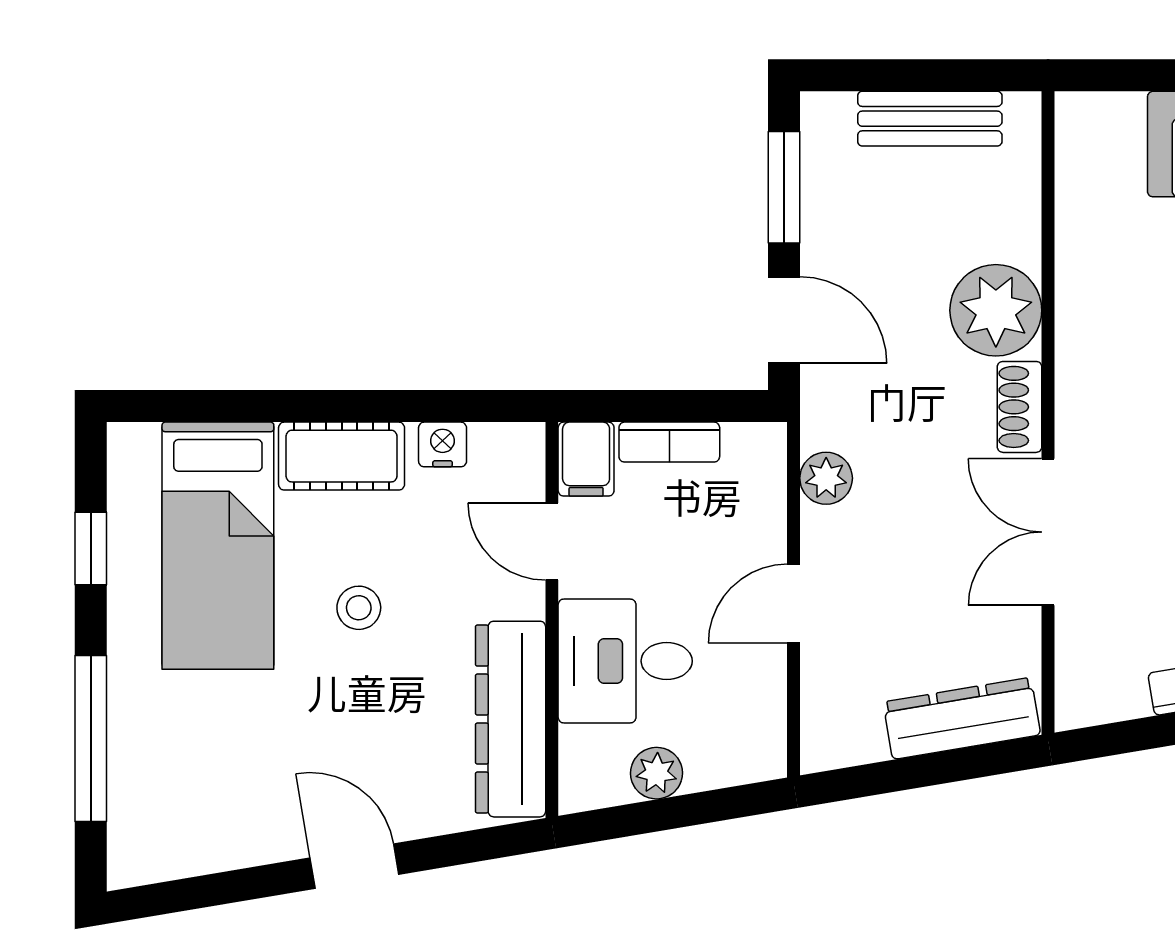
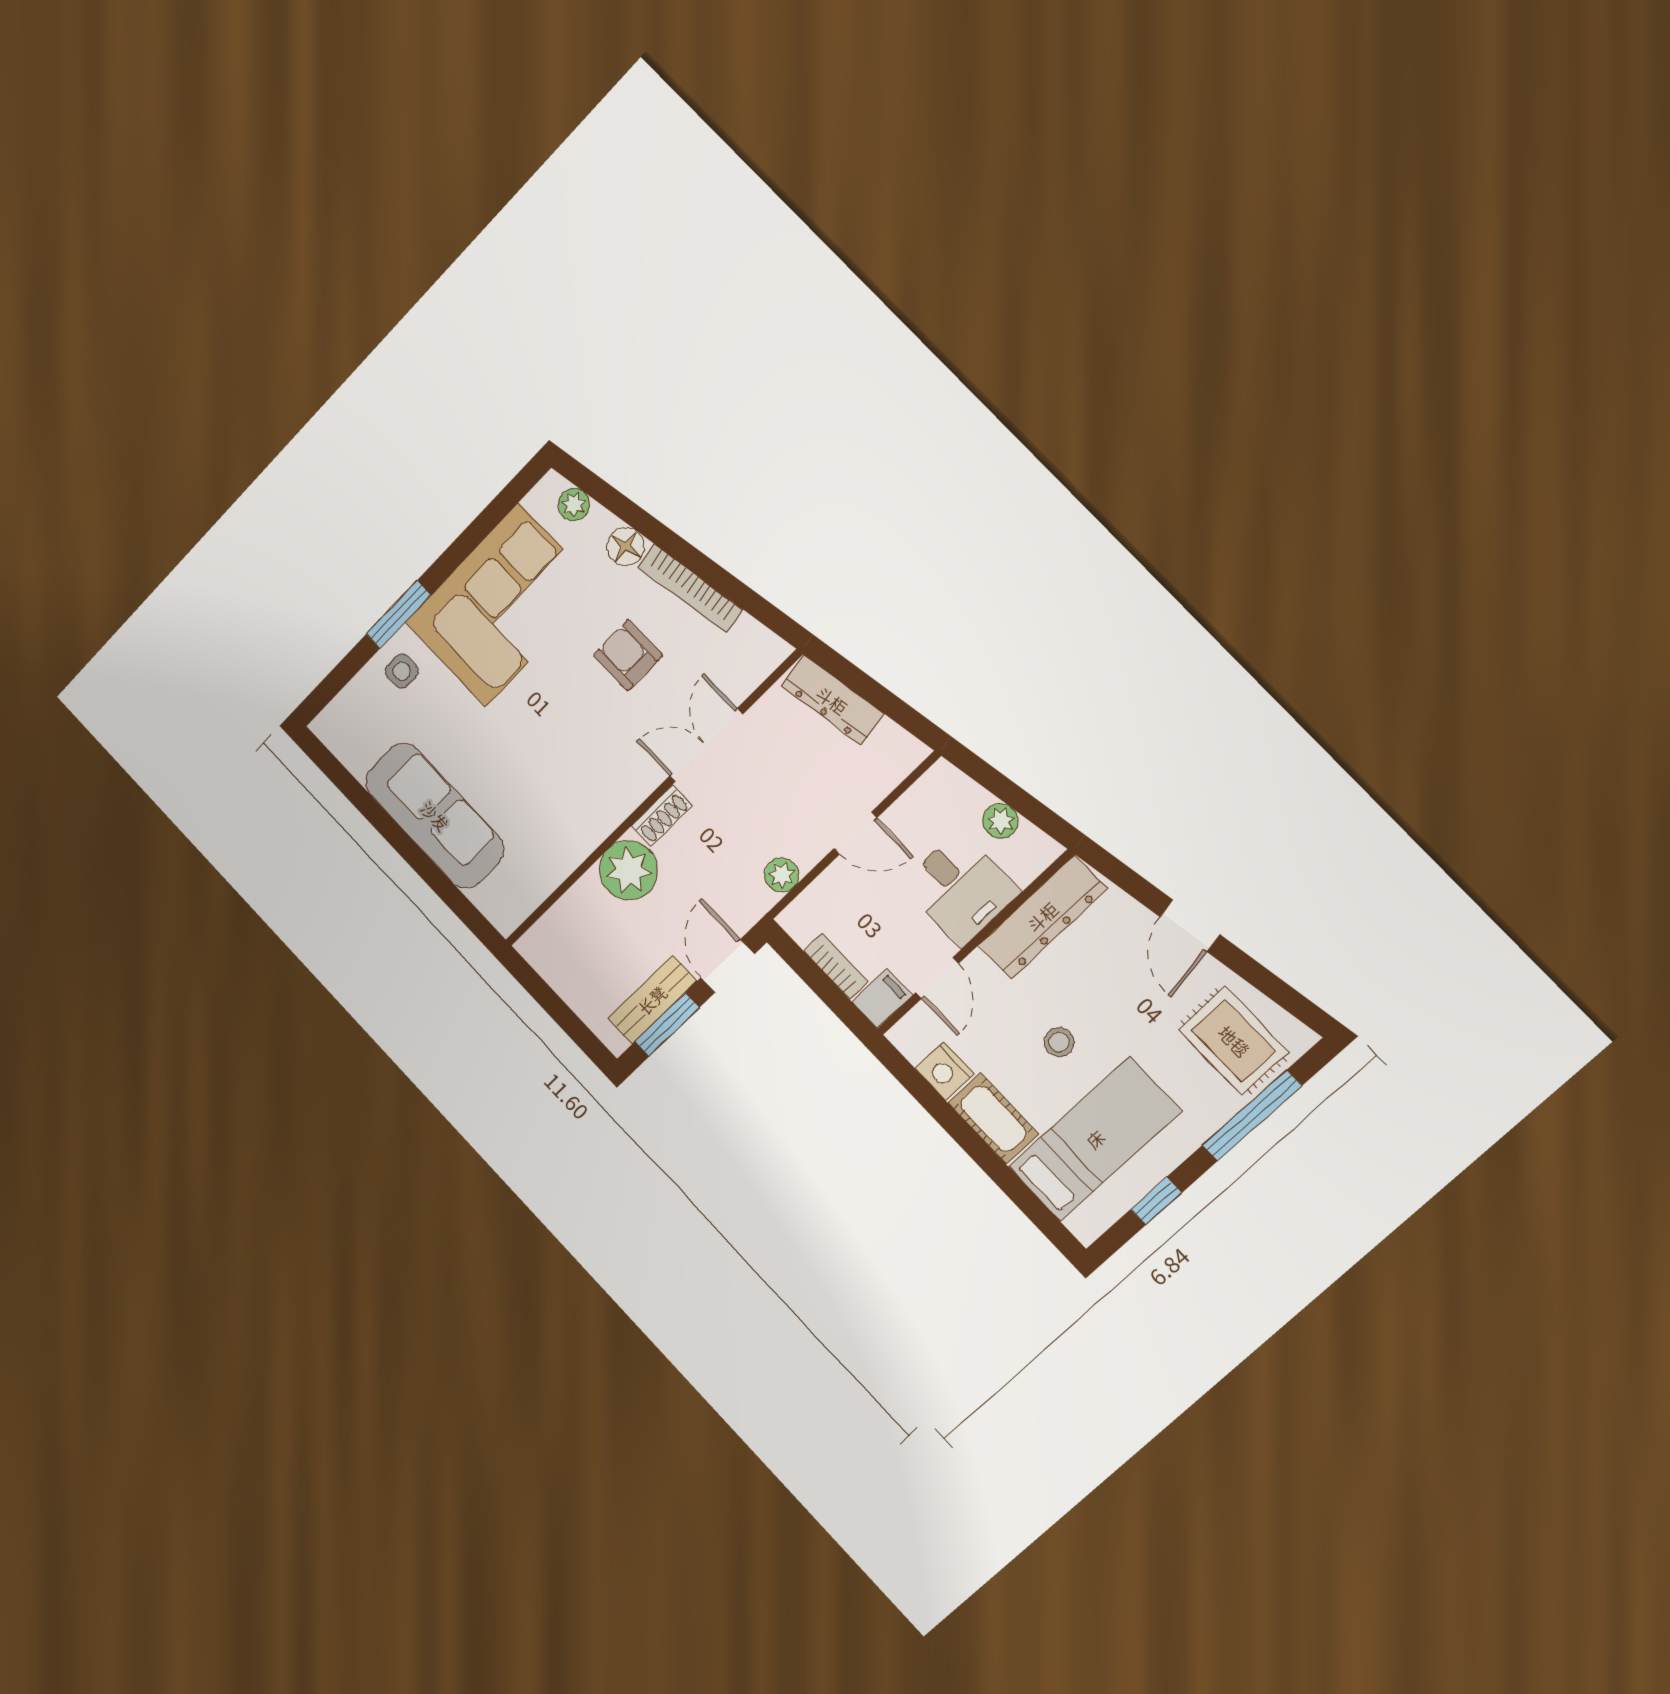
bench: (930, 119) -> (652, 1000), moved, turned 90
nightstand: (443, 444) -> (945, 1071), width x1.39, depth x1.35
double door: (1048, 532) -> (706, 745), swing flipped
rug: (189, 795) -> (1234, 1041), added

